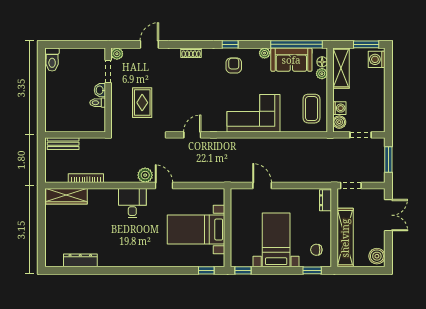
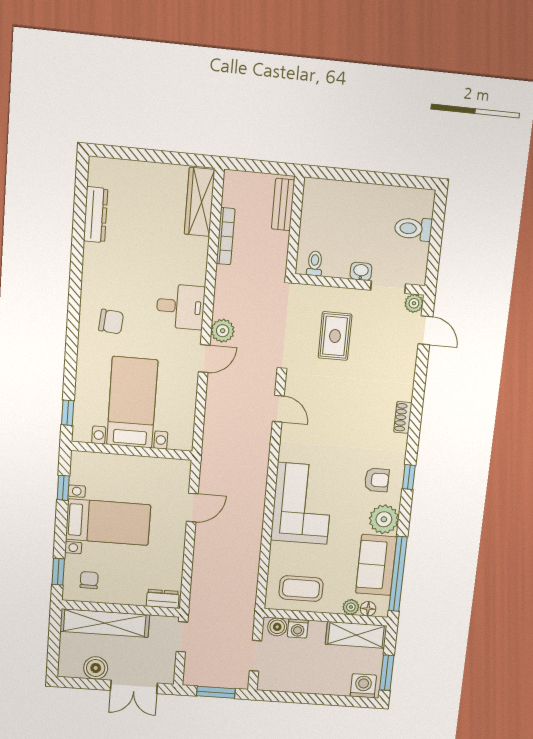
door: (149, 44) -> (425, 330), moved
plant: (265, 53) -> (384, 519), width x1.88, depth x1.88
toilet: (52, 60) -> (413, 229), moved
toilet: (98, 103) -> (315, 263), moved
rug: (142, 103) -> (335, 336), turned 90
chair: (146, 246) -> (111, 322), added
boiler: (377, 256) -> (96, 668), moved
window: (243, 270) -> (63, 488), moved

